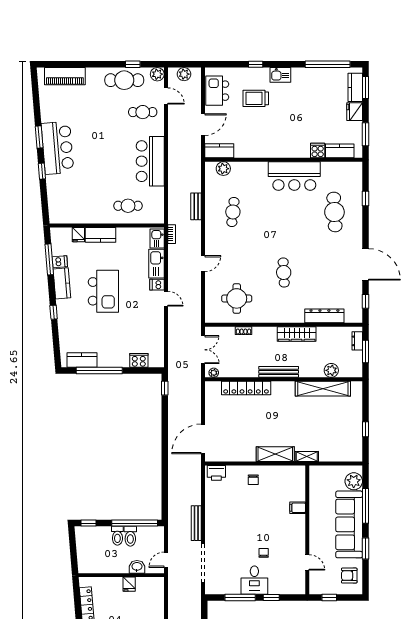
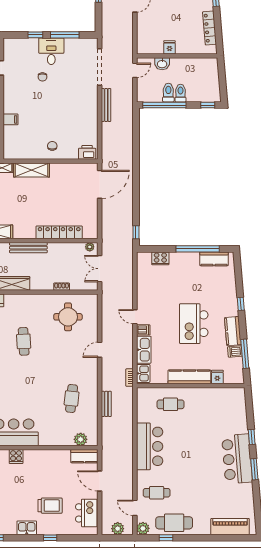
door: (203, 125) -> (100, 481), hinge flipped
cooker: (292, 150) -> (16, 457), added
kitchen counter: (100, 235) -> (189, 377), width x1.50

